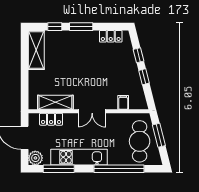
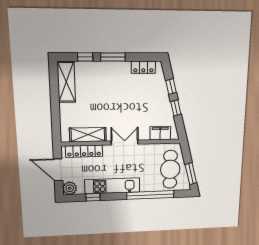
filing cabinet: (123, 102) -> (160, 133), width x2.00
double door: (92, 111) -> (125, 143), swing flipped
locker: (51, 119) -> (84, 151), width x1.53
window: (159, 135) -> (191, 174), moved
window: (59, 169) -> (93, 197), width x0.46

